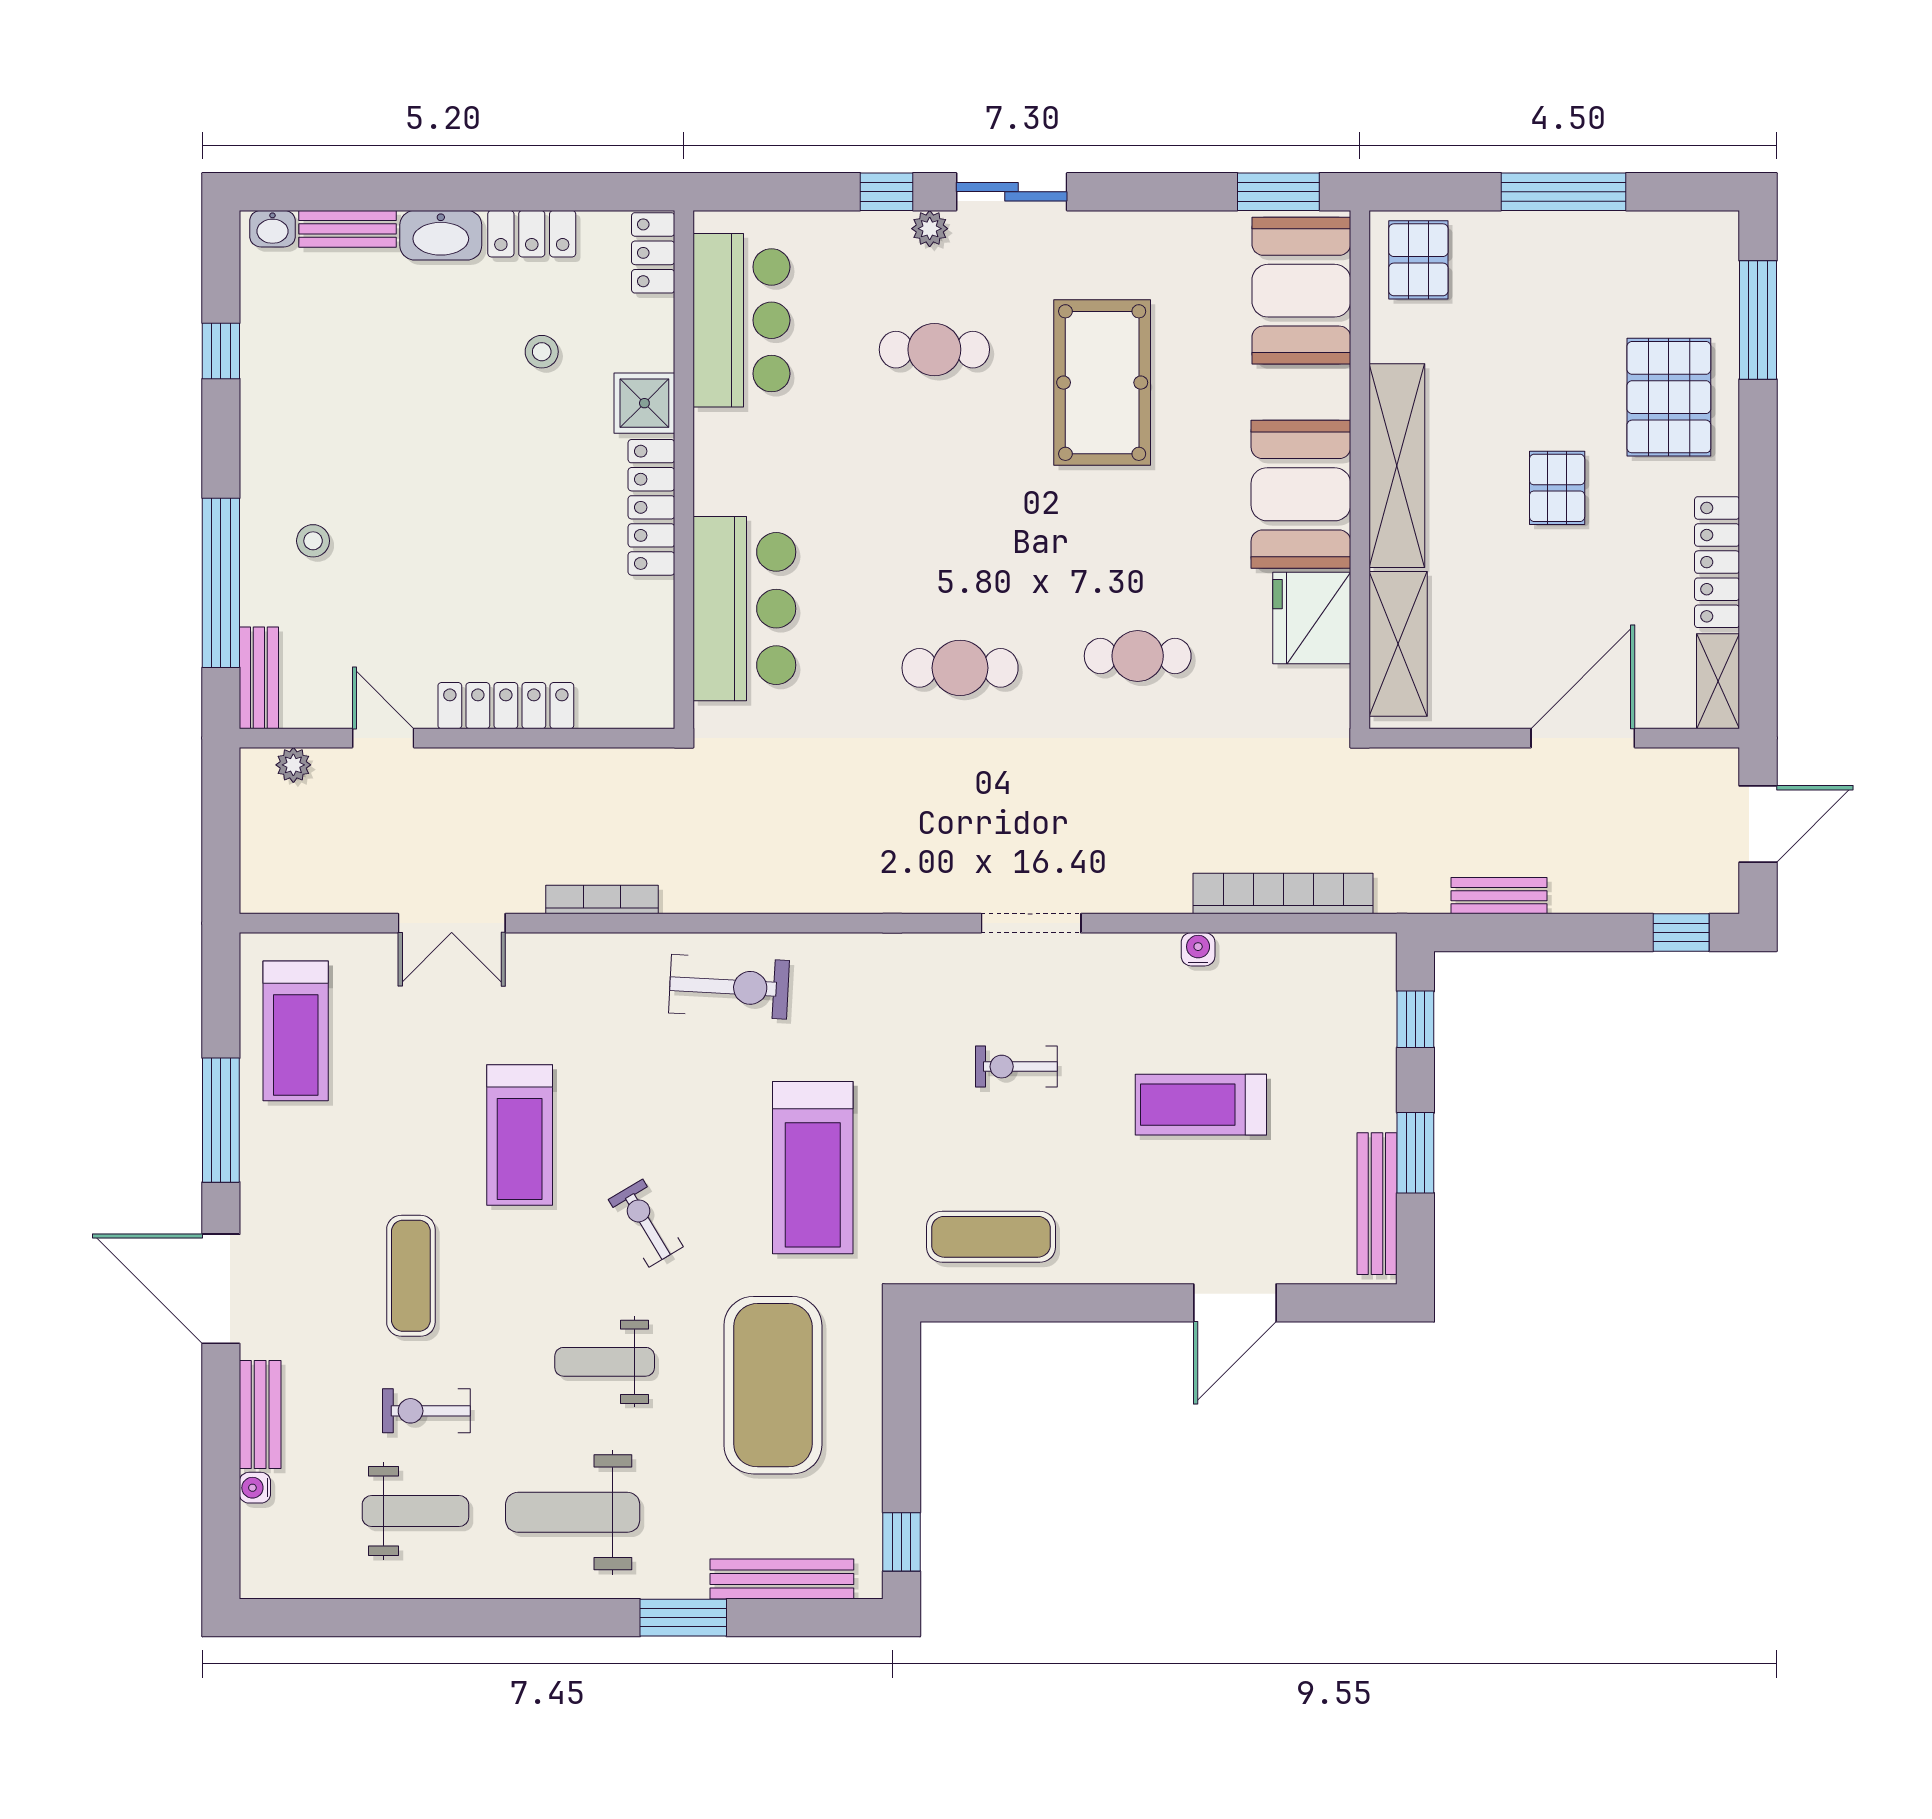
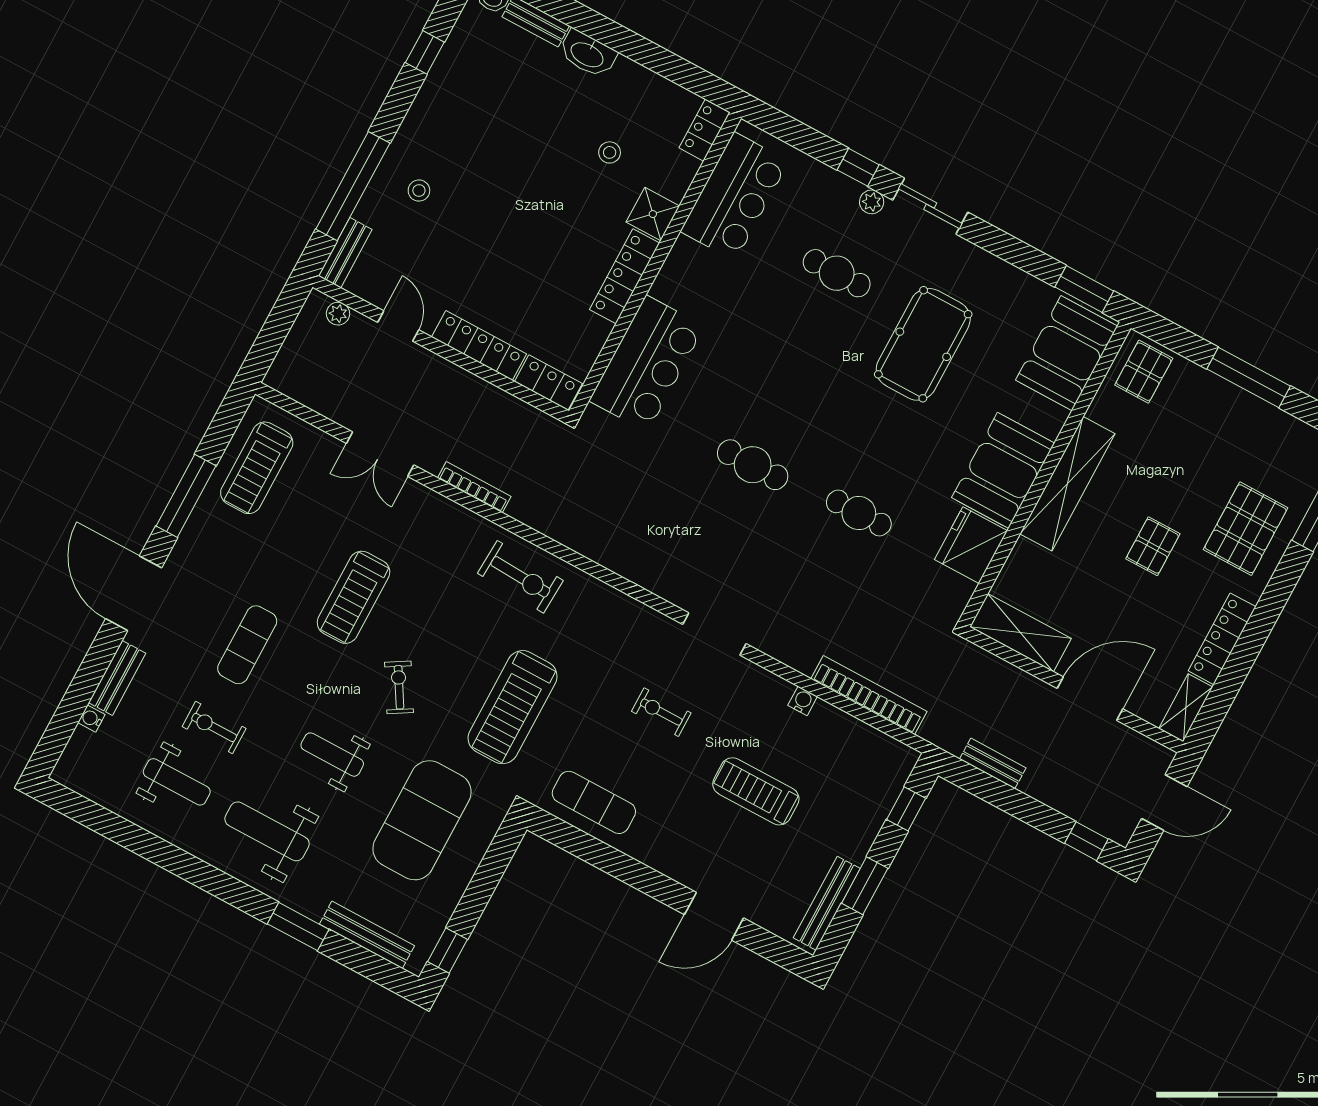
locker: (532, 234) -> (548, 383), moved, turned 180
shelving: (1398, 644) -> (1021, 633), moved, turned 90

